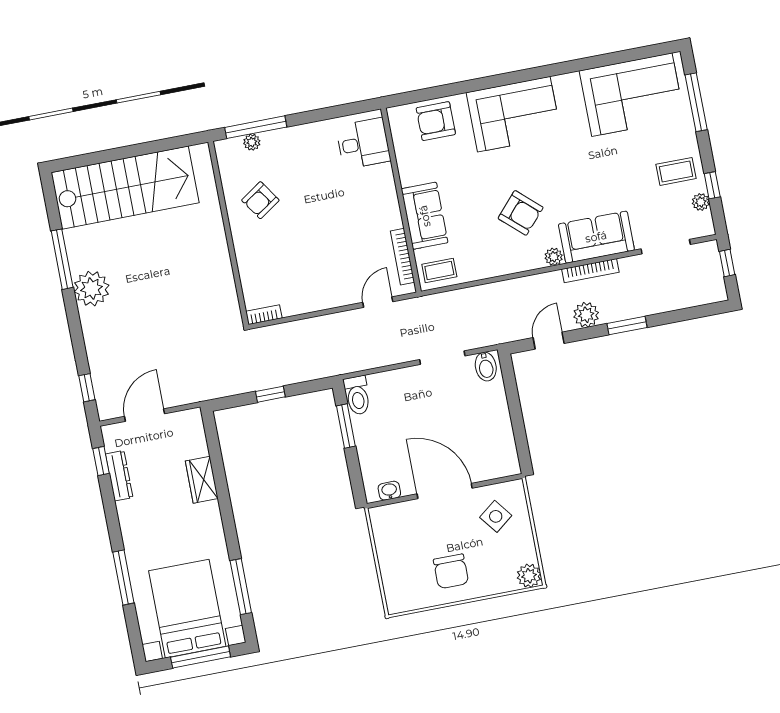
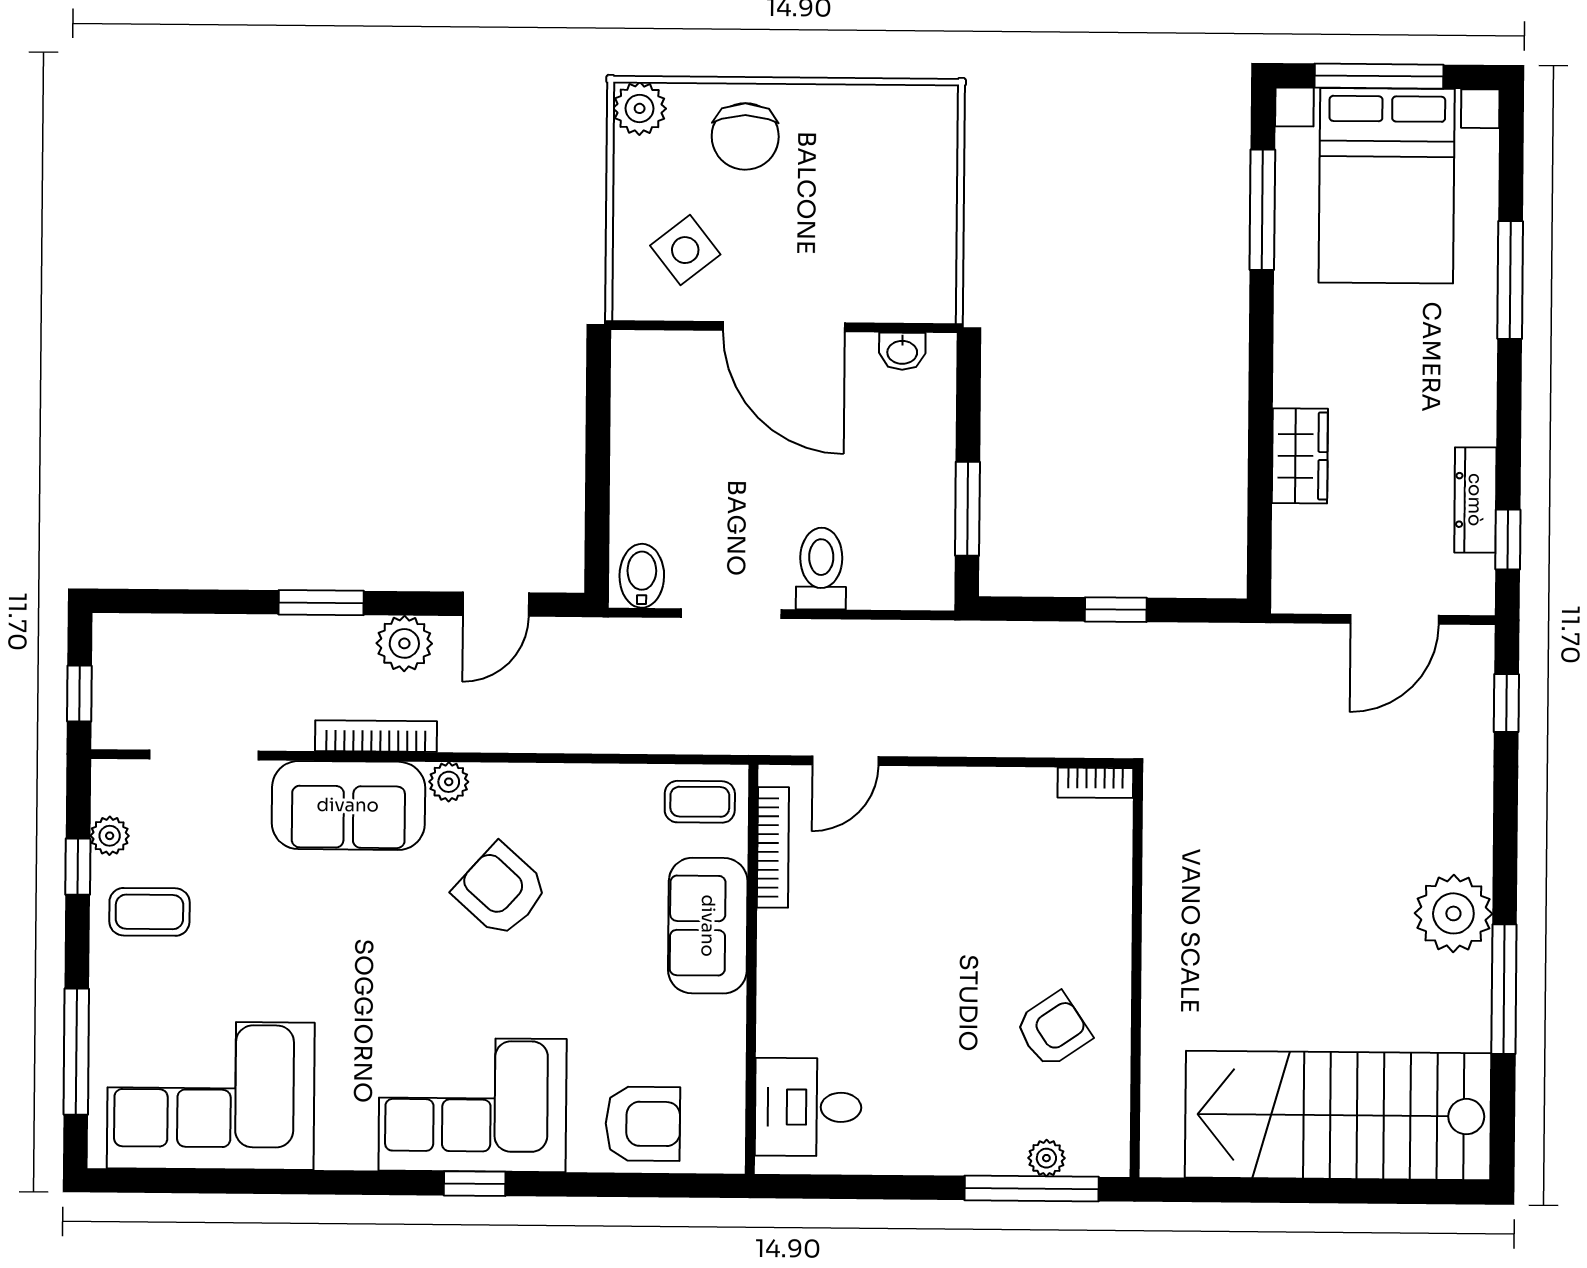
window: (506, 79) -> (475, 1184), added
toilet: (357, 395) -> (821, 569), moved
chair: (451, 571) -> (745, 136), moved, turned 180

